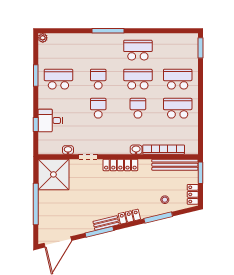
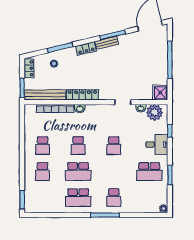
school desk: (98, 79) -> (114, 198), moved
school desk: (178, 79) -> (43, 172), width x0.54
school desk: (178, 108) -> (43, 146), width x0.54
desk: (50, 121) -> (157, 145), moved
plant: (53, 145) -> (155, 112), added
locker: (120, 165) -> (82, 95), moved
shower: (53, 174) -> (160, 93), width x0.54, depth x0.54

